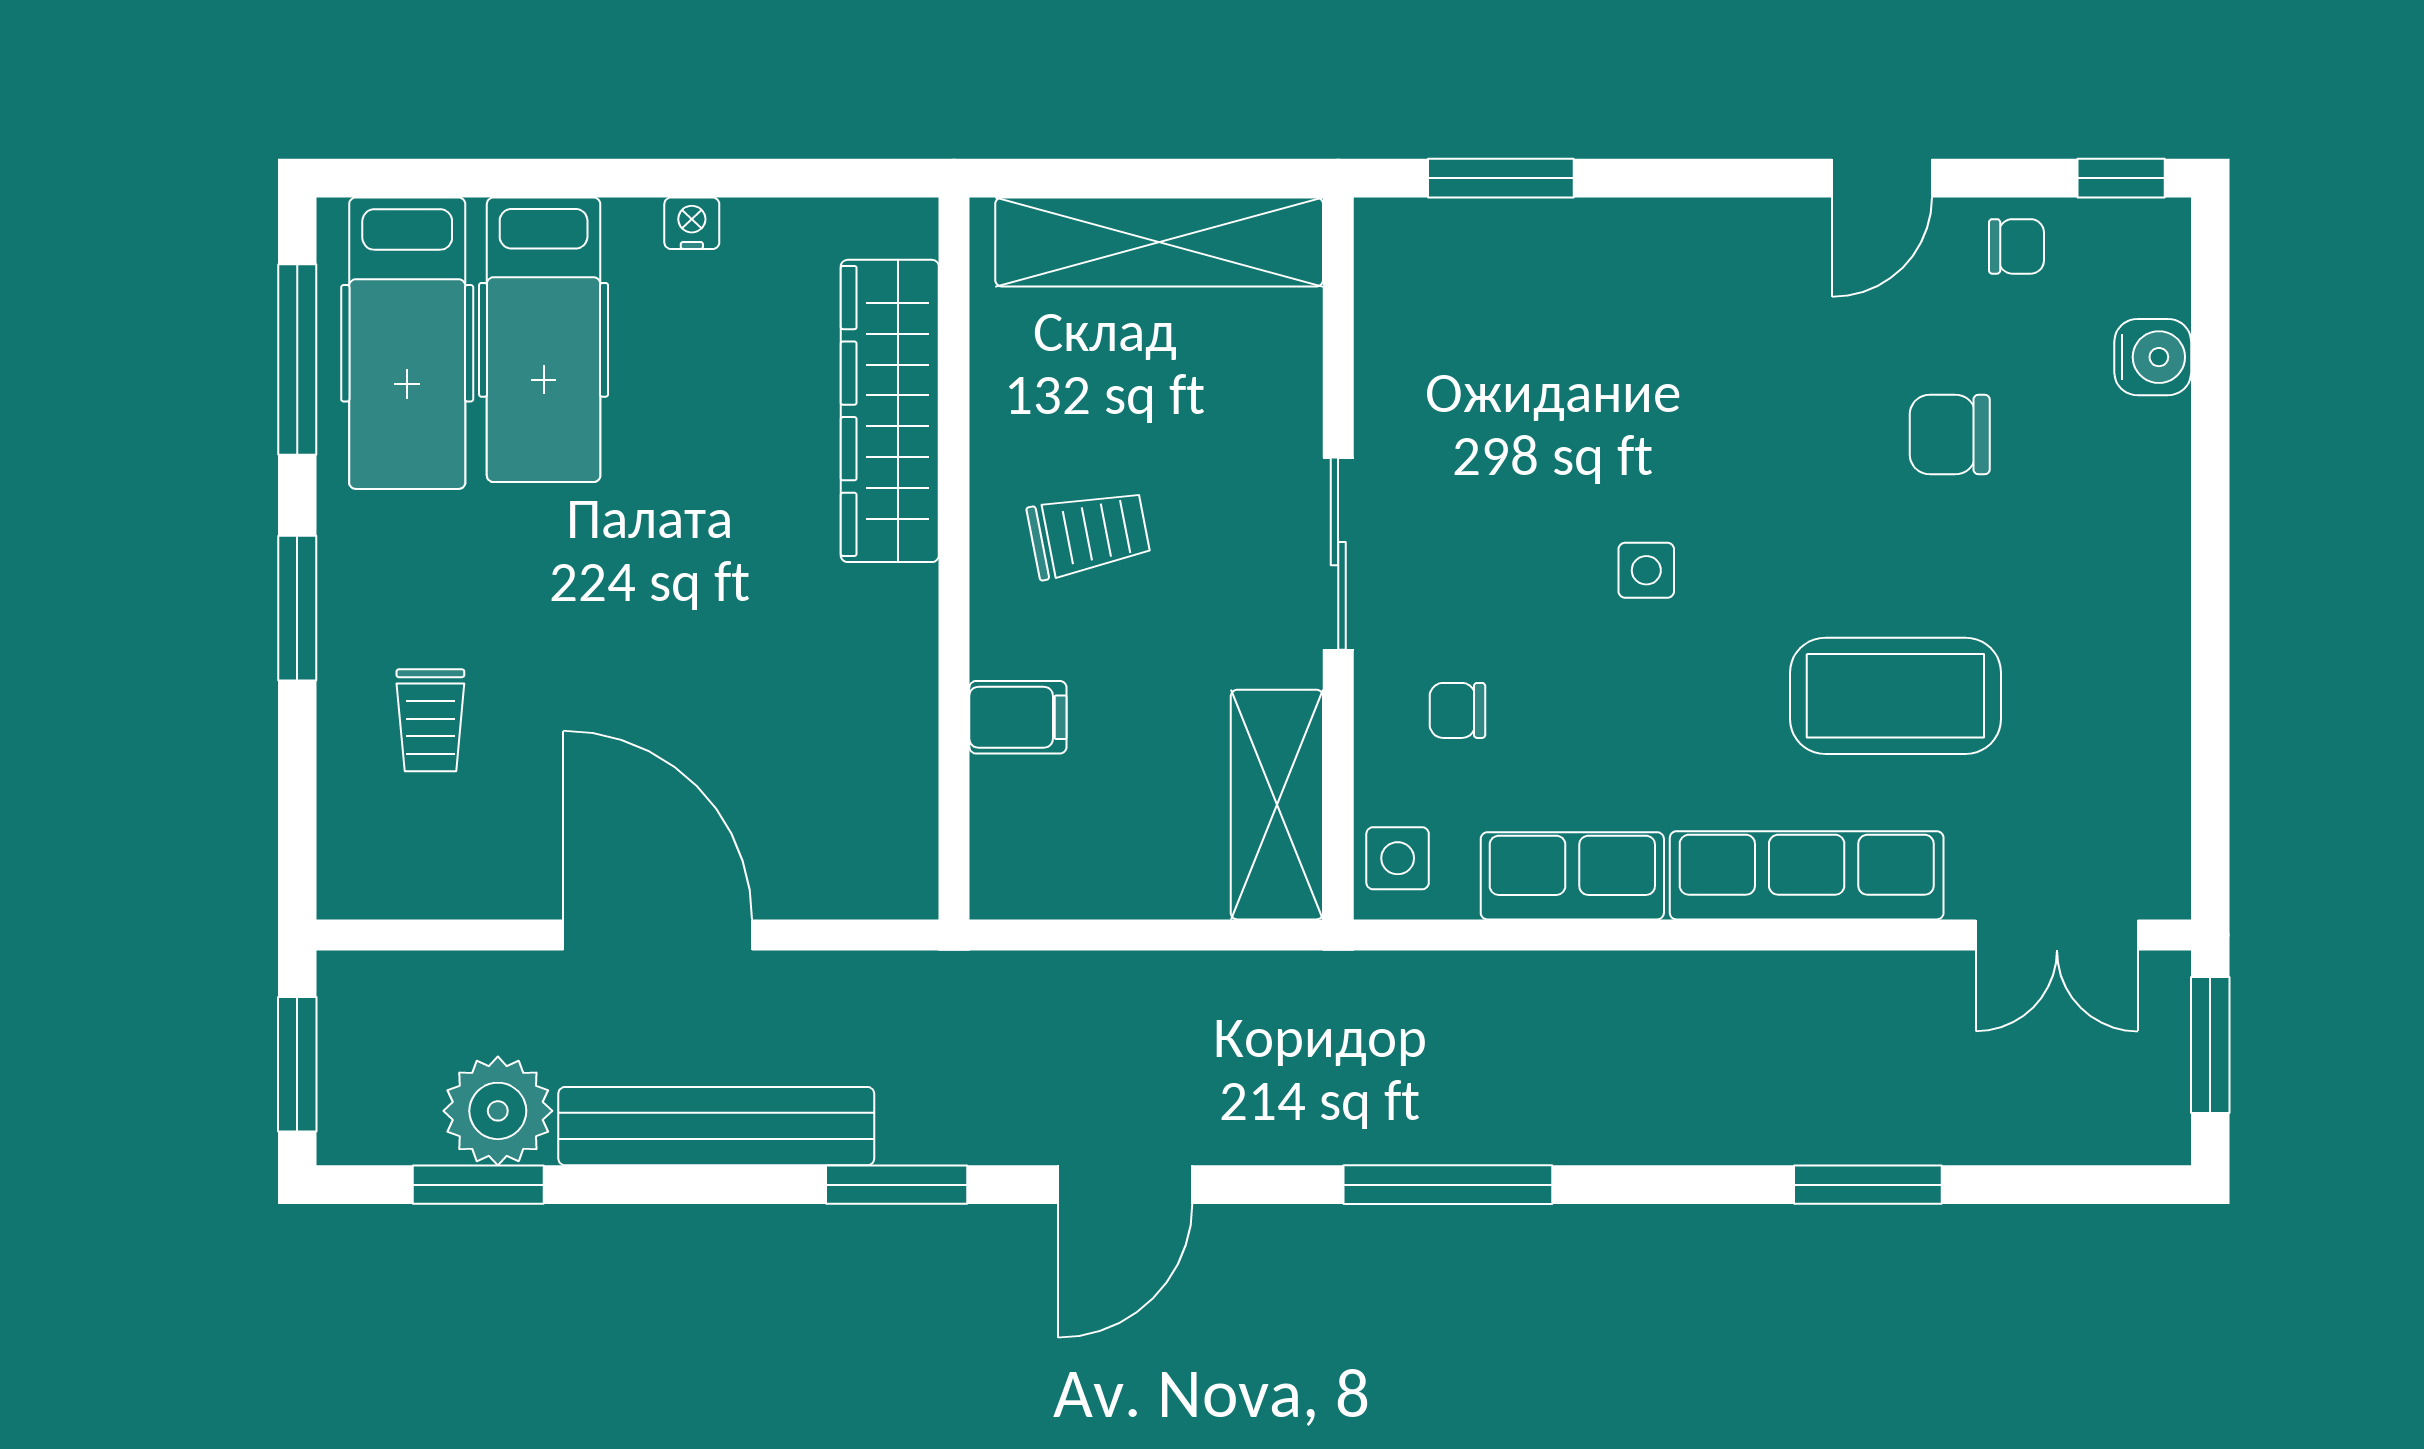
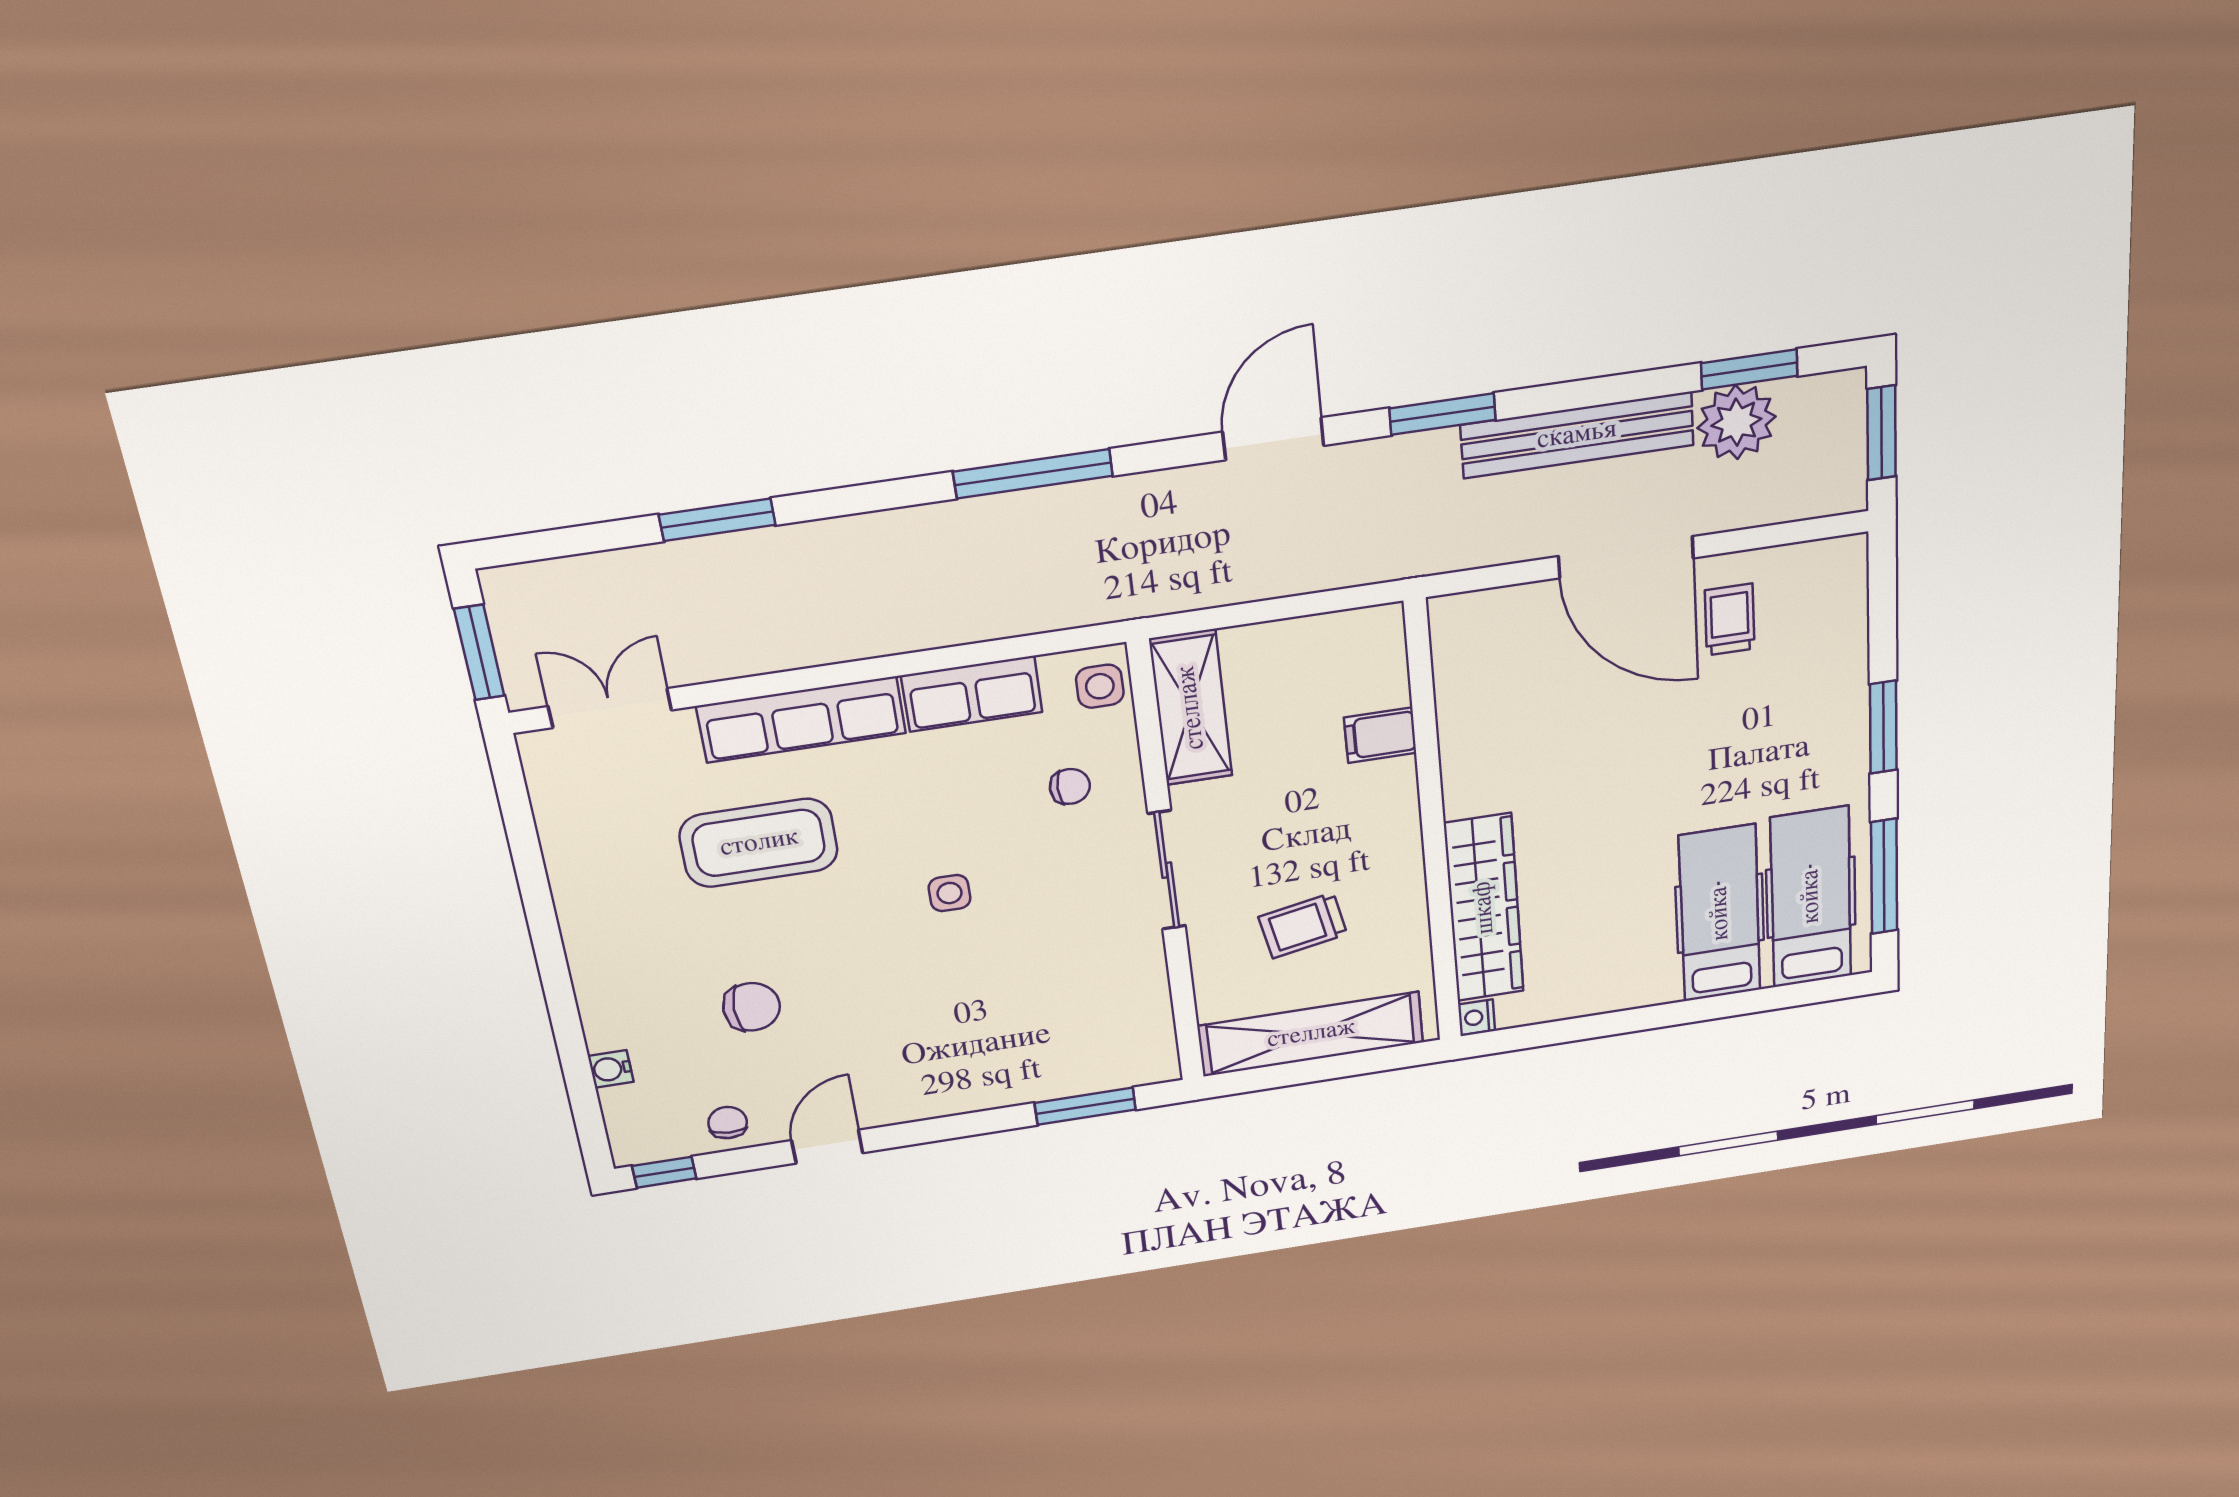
nightstand: (692, 223) -> (1476, 1017), moved, turned 90
chair: (2017, 246) -> (728, 1123), turned 94
water cooler: (2153, 357) -> (611, 1069), width x0.72, depth x0.72
trolley: (1089, 534) -> (1303, 926), moved
trolley: (430, 720) -> (1730, 620), moved

